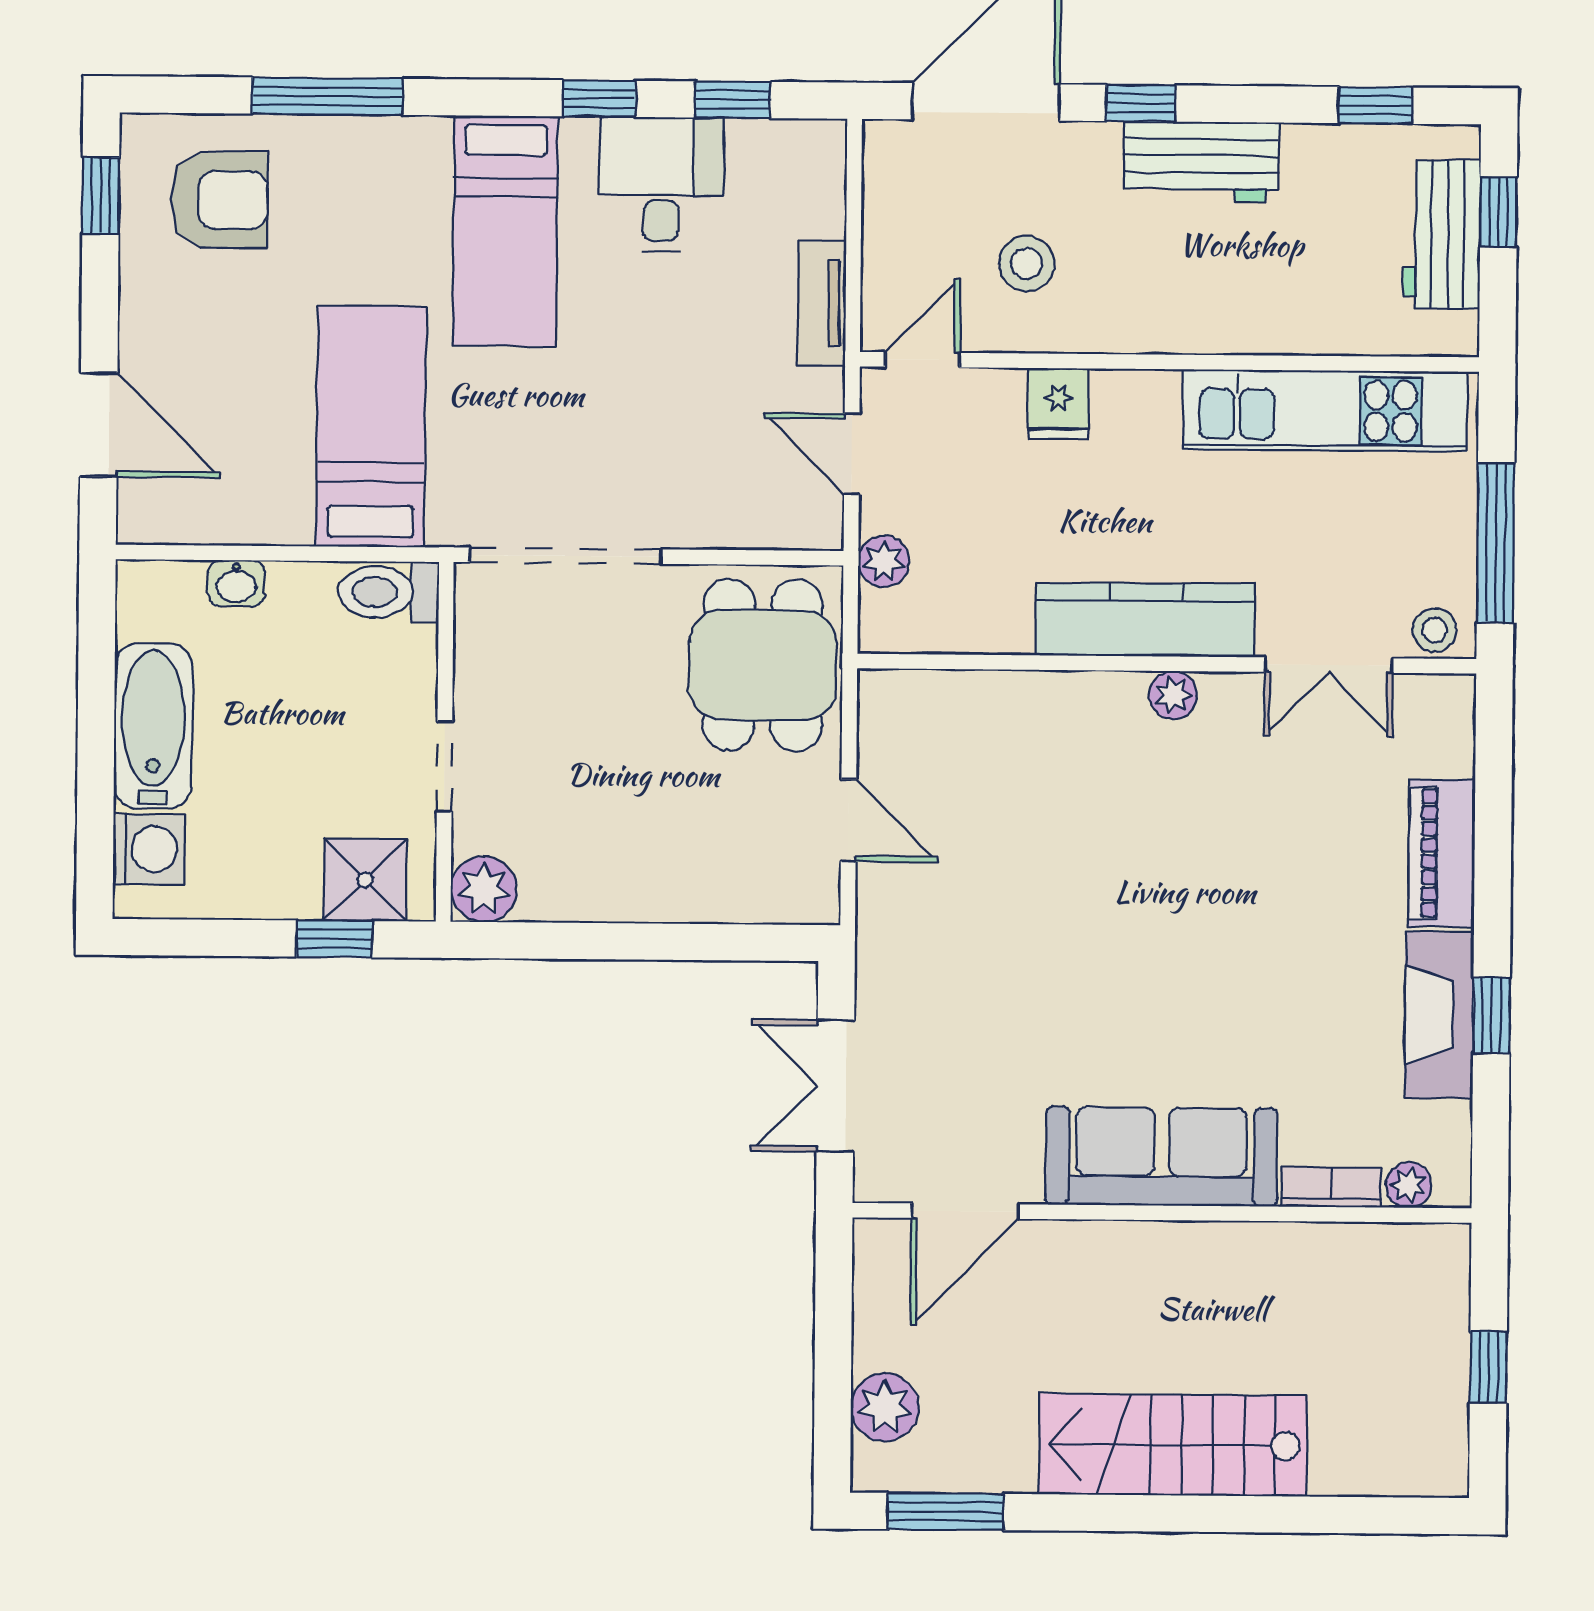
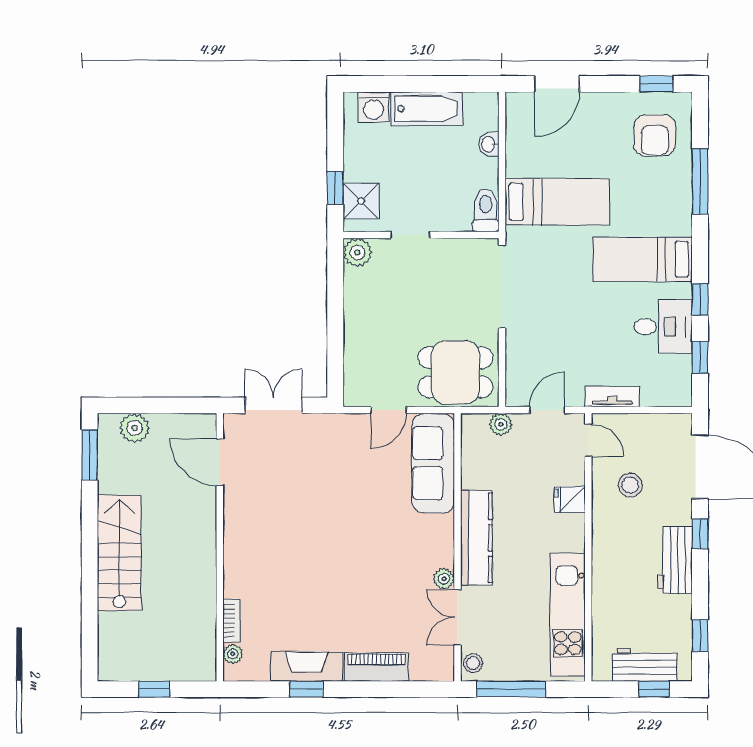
plant: (1173, 695) -> (444, 579), moved
sofa: (1161, 1157) -> (433, 463), moved, turned 180

